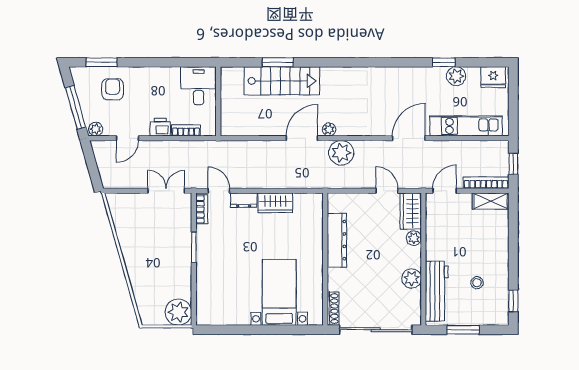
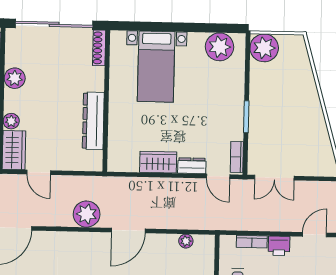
plant: (329, 129) -> (186, 241), moved
plant: (220, 312) -> (220, 47), added

